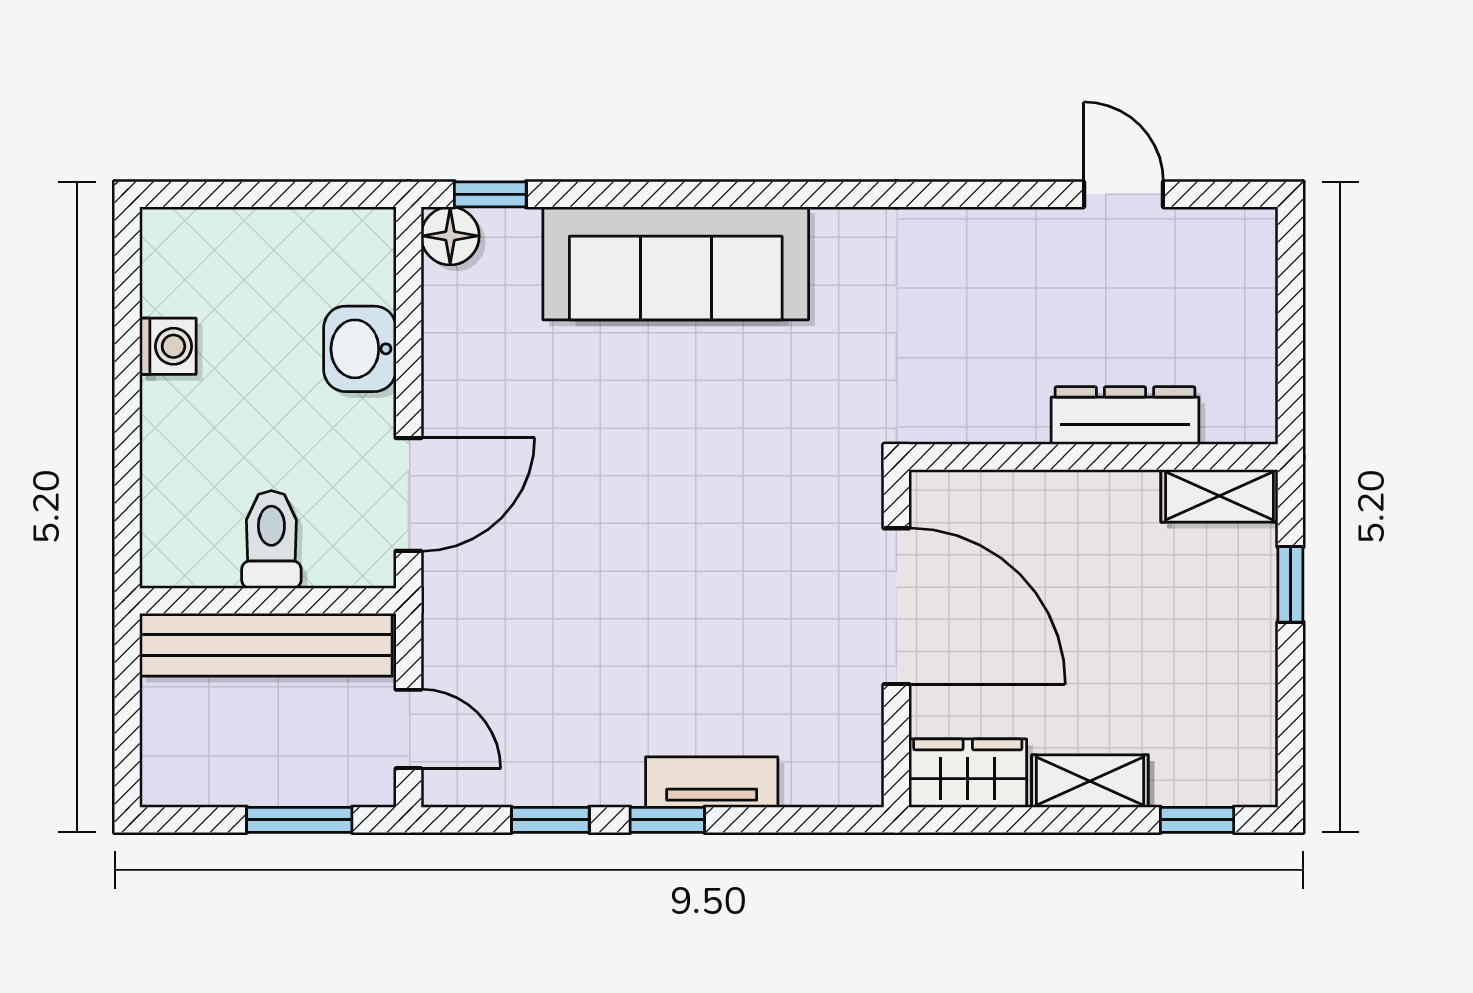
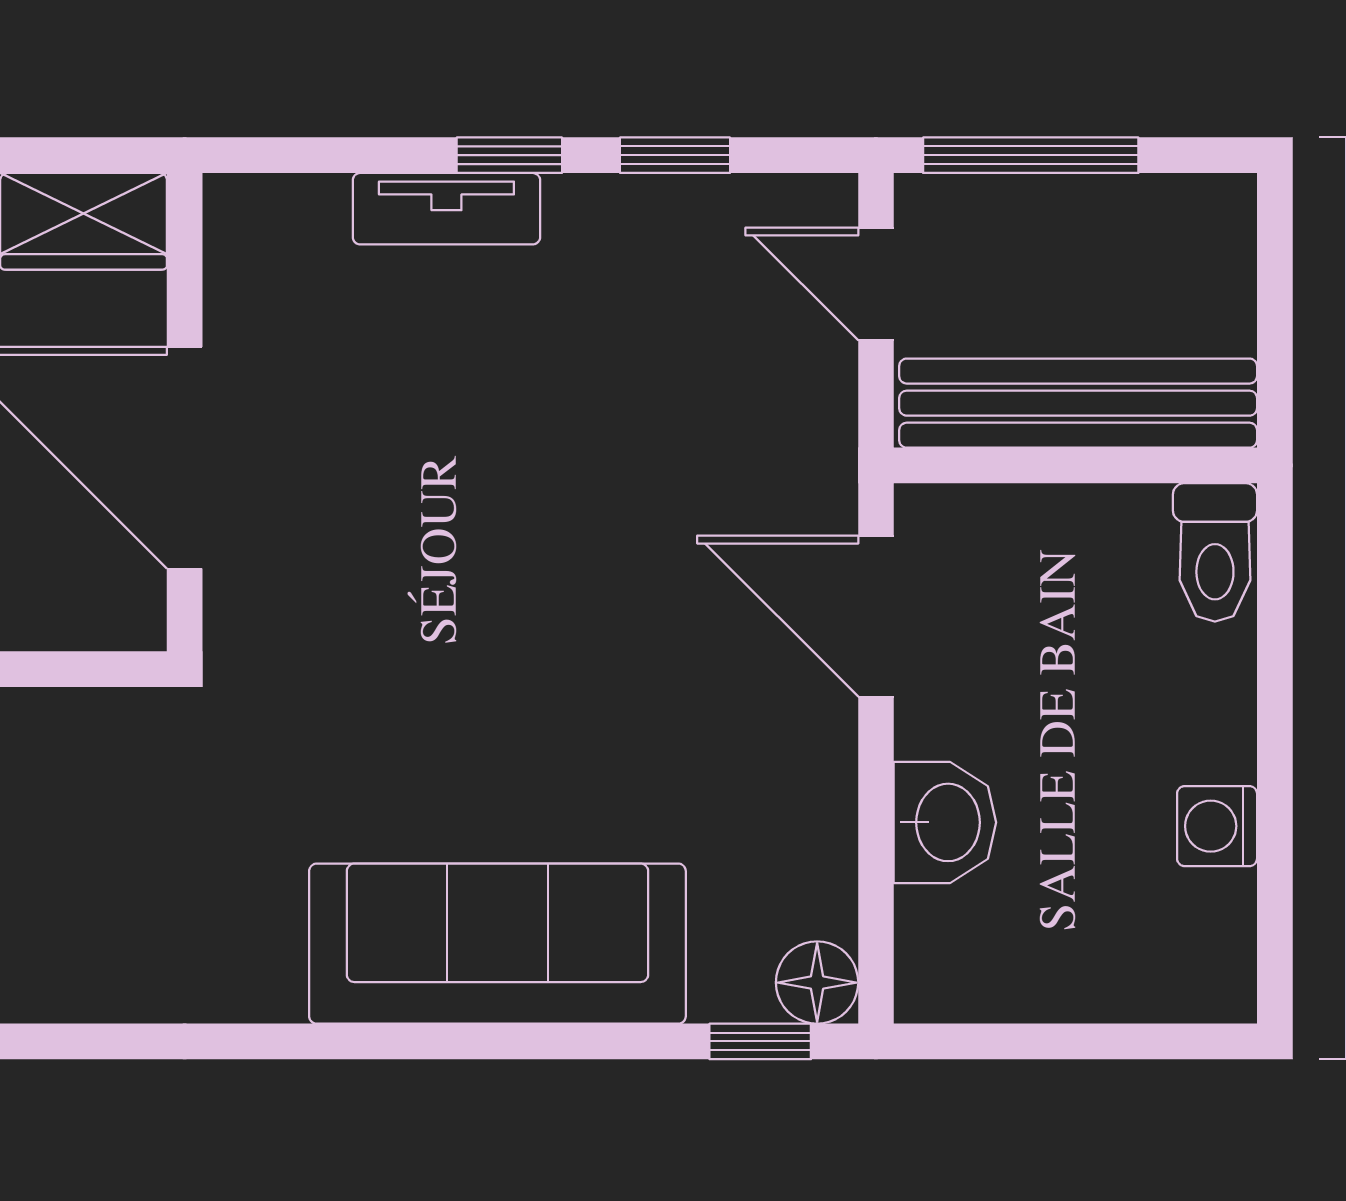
door: (409, 495) -> (876, 616), hinge flipped
toilet: (271, 539) -> (1215, 552), moved
window: (299, 820) -> (1031, 155), width x1.44

